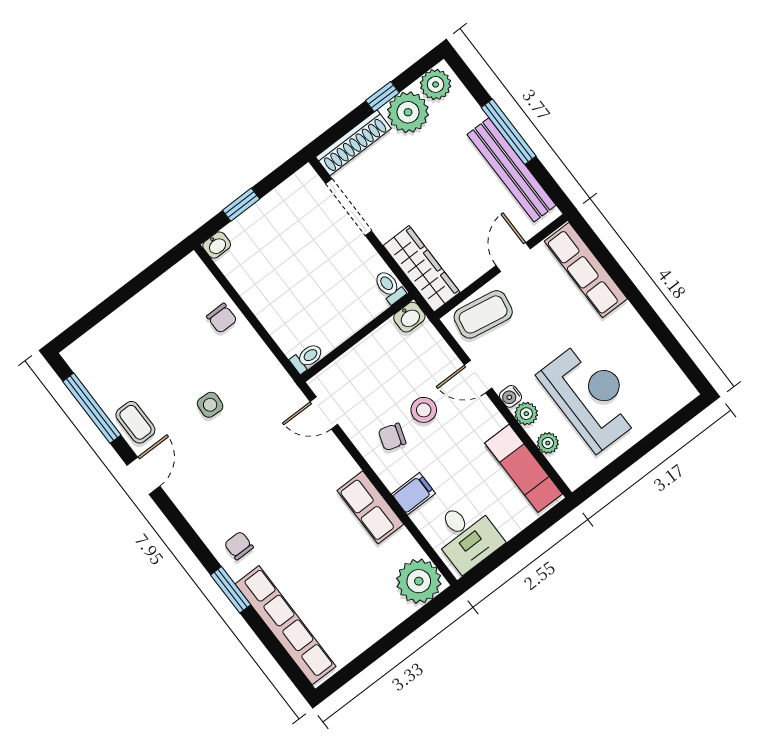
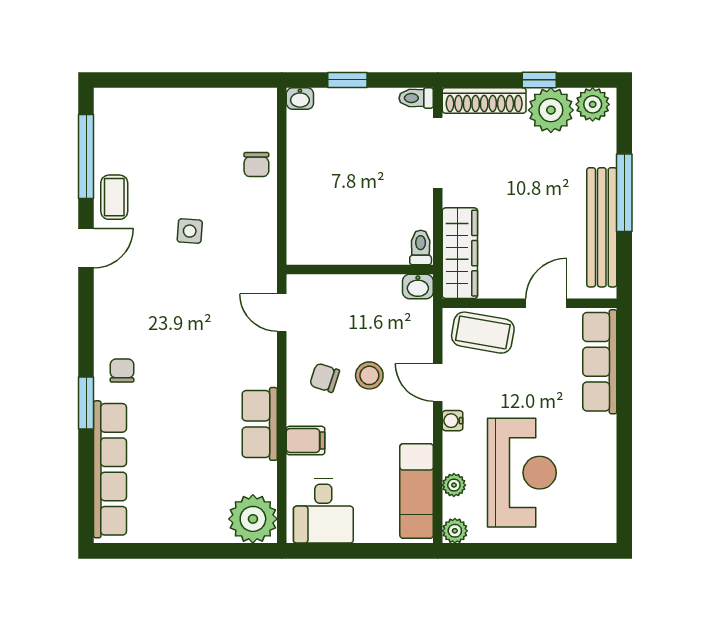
toilet: (307, 358) -> (416, 98), moved, turned 180
plant: (526, 414) -> (455, 531), moved

